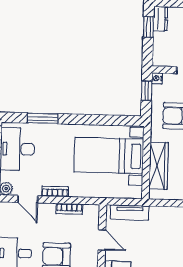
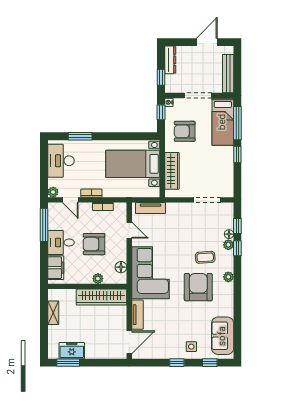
dresser: (160, 19) -> (170, 60), width x1.44
window: (148, 27) -> (161, 77), moved

